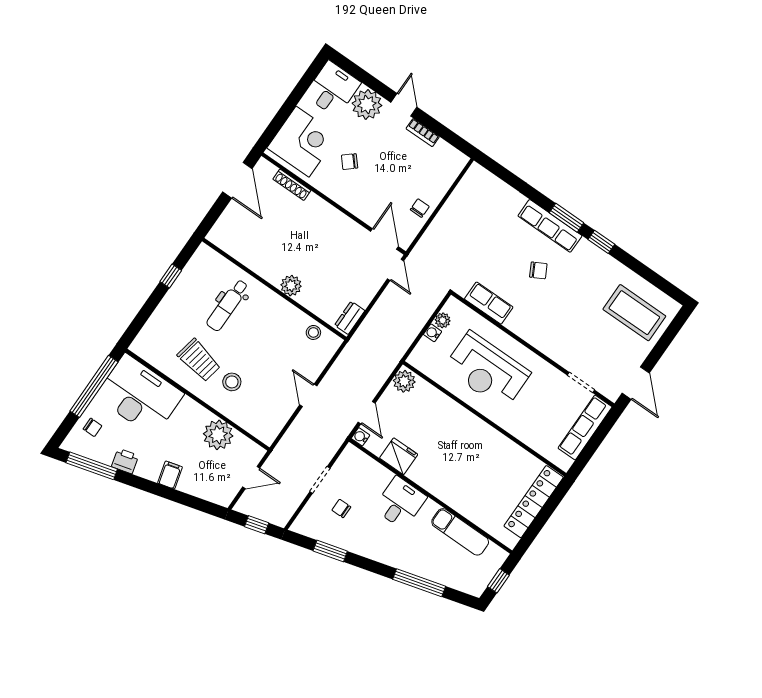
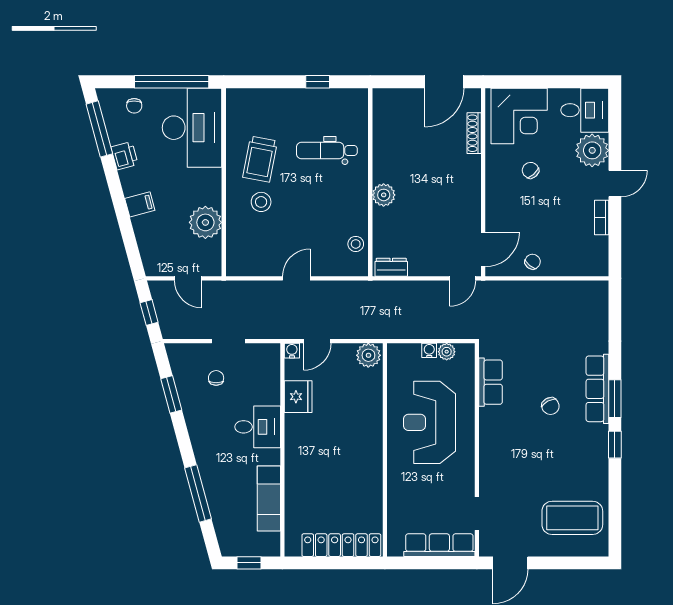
chair: (420, 208) -> (533, 262), turned -52
coffee table: (634, 313) -> (572, 518), turned 90

